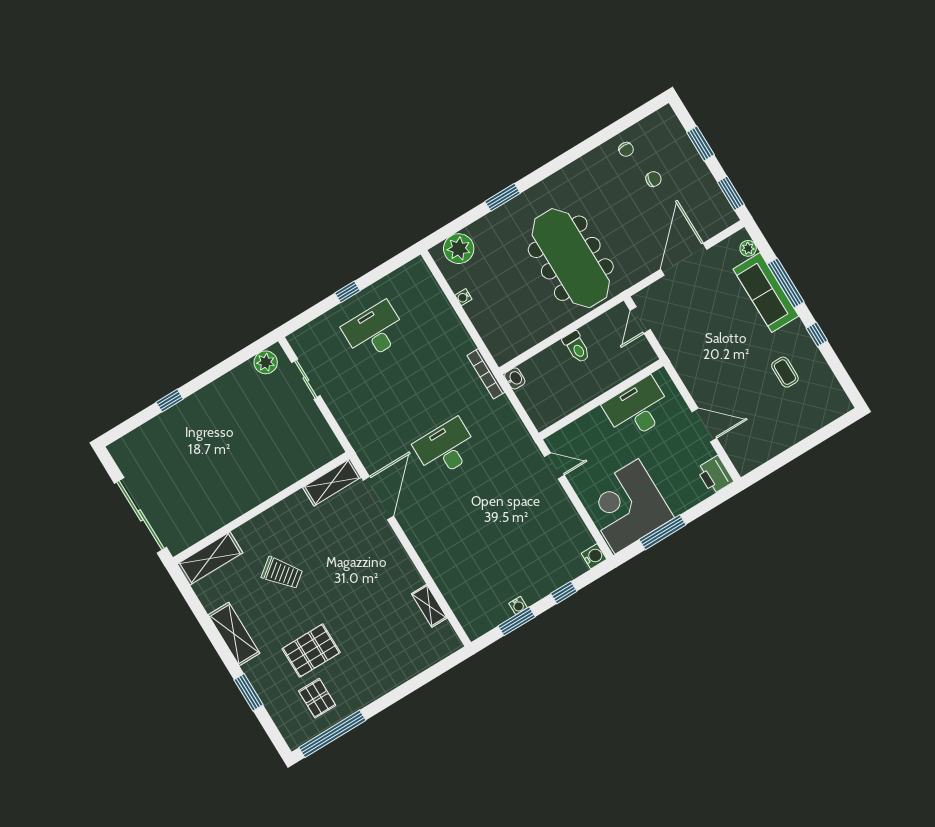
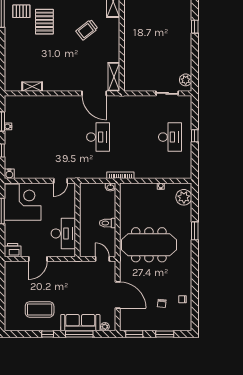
coffee table: (785, 372) -> (40, 309), width x1.86, depth x1.72

